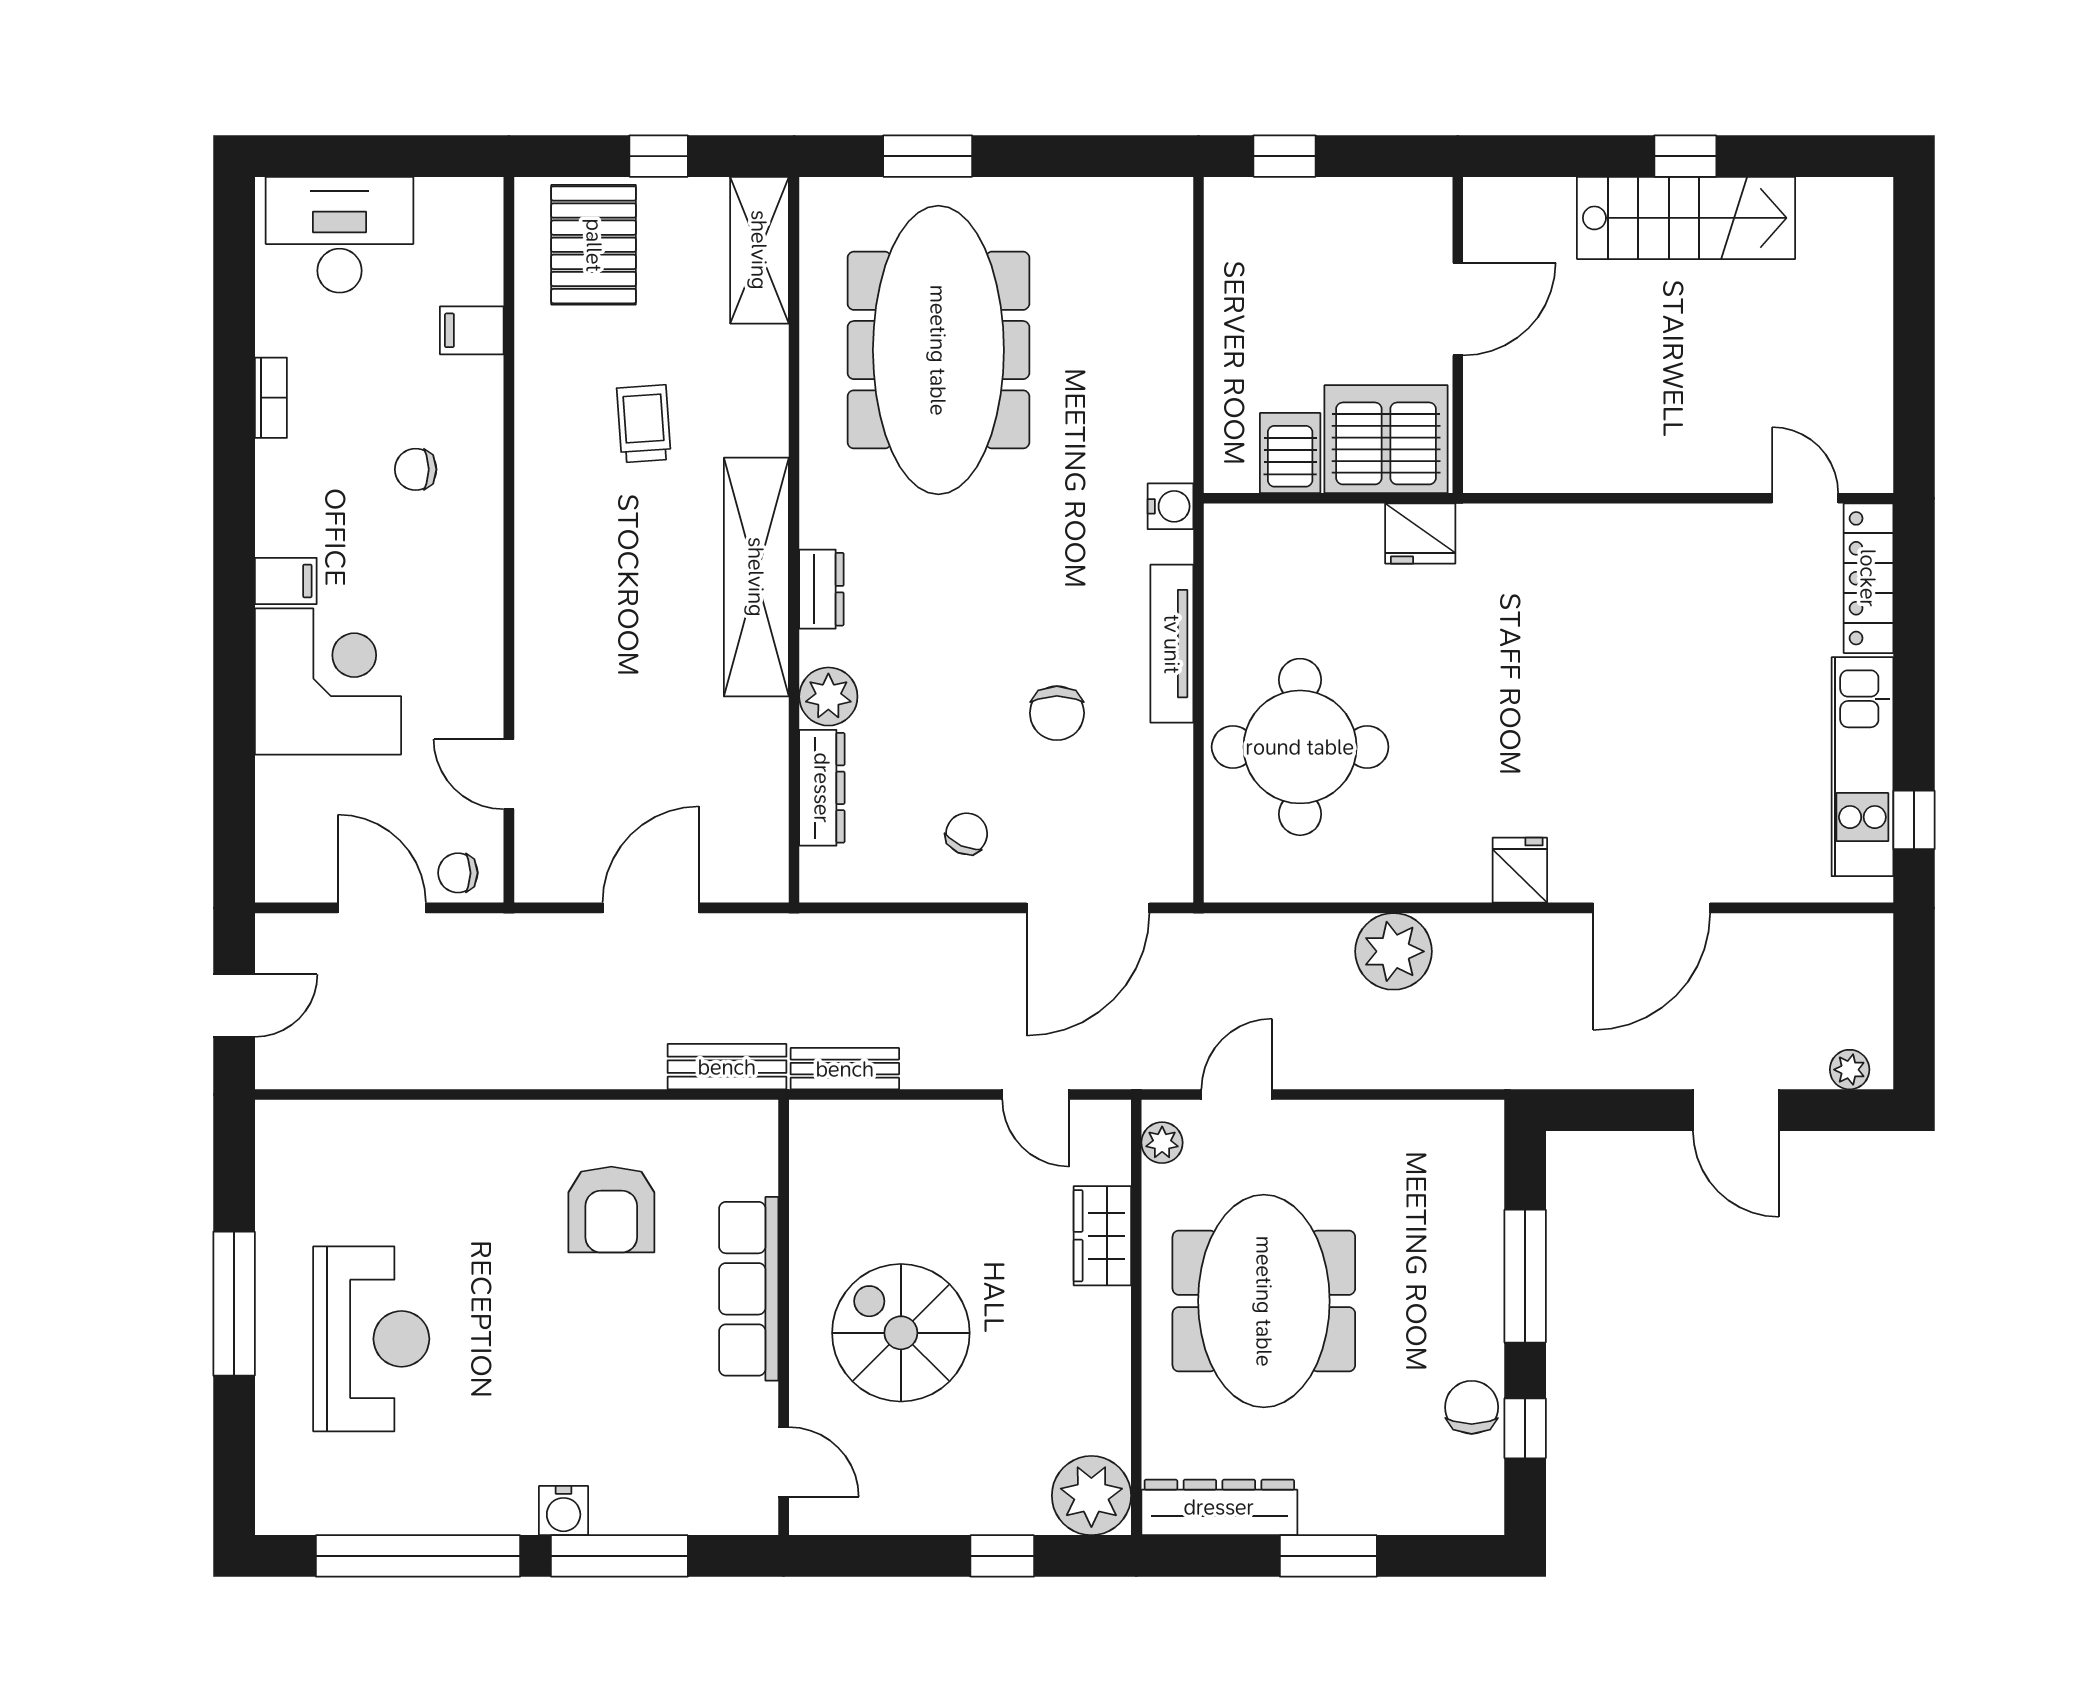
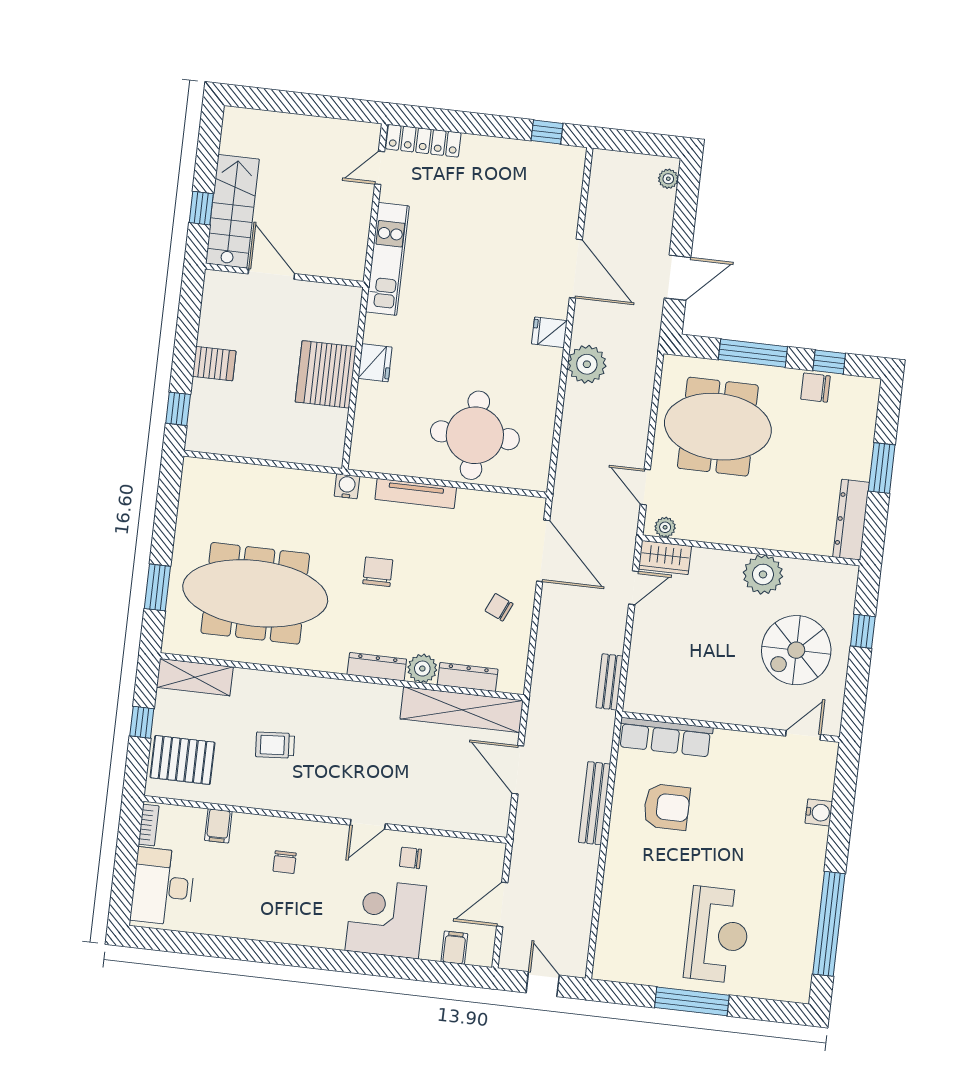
door: (1458, 309) -> (271, 274), moved
wall: (1458, 335) -> (284, 275), moved
bookcase: (271, 398) -> (149, 825), moved, turned 90
server rack: (1290, 453) -> (214, 364), moved, turned 180
shelving: (756, 577) -> (462, 710), moved
filing cabinet: (286, 581) -> (454, 948), moved
dresser: (821, 589) -> (377, 667), width x1.44
chair: (1057, 713) -> (378, 572), moved, turned -90
kitchen unit: (1862, 767) -> (387, 259), moved, turned -90
door: (509, 774) -> (368, 824), moved
chair: (458, 873) -> (411, 858), moved, turned 90
plant: (1393, 951) -> (587, 364), moved
bench: (727, 1067) -> (595, 803), moved, width x1.36
door: (1736, 1110) -> (677, 278), moved
wardrobe: (1102, 1236) -> (665, 558), moved
row of seats: (749, 1289) -> (666, 737), moved
meeting table: (1264, 1301) -> (718, 427), moved
spiral stairs: (901, 1333) -> (796, 650), moved
reception desk: (371, 1339) -> (718, 935), turned 90
plant: (1091, 1496) -> (763, 574), moved
water cooler: (564, 1511) -> (819, 812), moved
window: (619, 1556) -> (841, 823), removed

